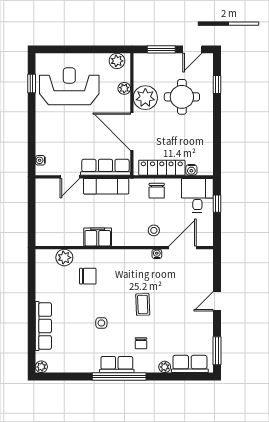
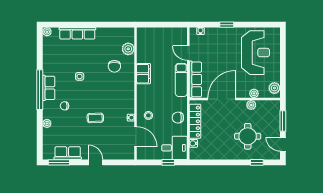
window: (32, 83) -> (227, 25), moved
plant: (145, 98) -> (251, 105), width x0.53, depth x0.53
coffee table: (143, 304) -> (95, 118), moved
row of seats: (190, 364) -> (68, 153), moved, turned -90

